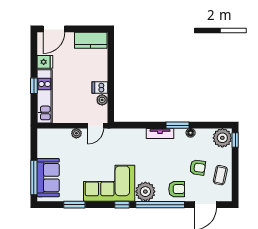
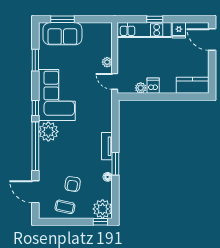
kitchen counter: (91, 40) -> (193, 85), moved, turned 90
window: (34, 178) -> (63, 19), width x0.69
armchair: (177, 189) -> (51, 163), removed

